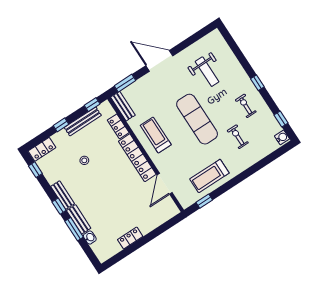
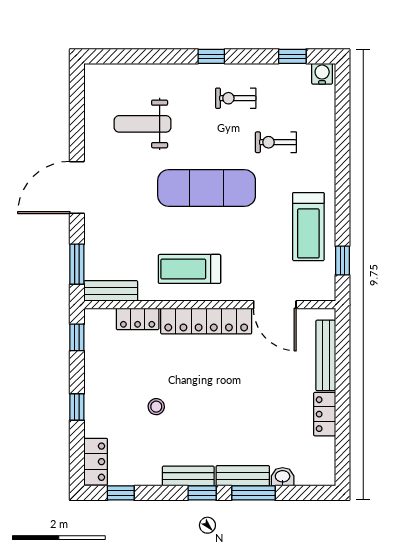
weight bench: (207, 72) -> (143, 124), turned 180
bench: (83, 121) -> (326, 355), moved

